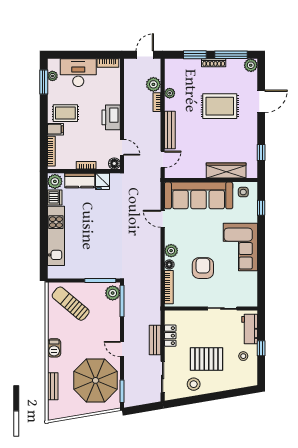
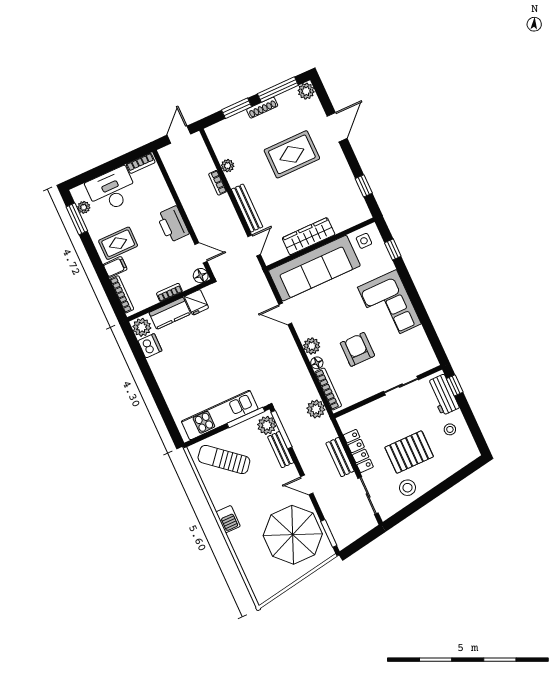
plant: (153, 84) -> (316, 409), moved
wardrobe: (226, 171) -> (309, 236), moved
kitchen unit: (56, 236) -> (220, 415), moved, turned -90
locker: (170, 336) -> (358, 451), width x1.53
window: (261, 348) -> (455, 385), moved
bench: (53, 386) -> (281, 450), moved

